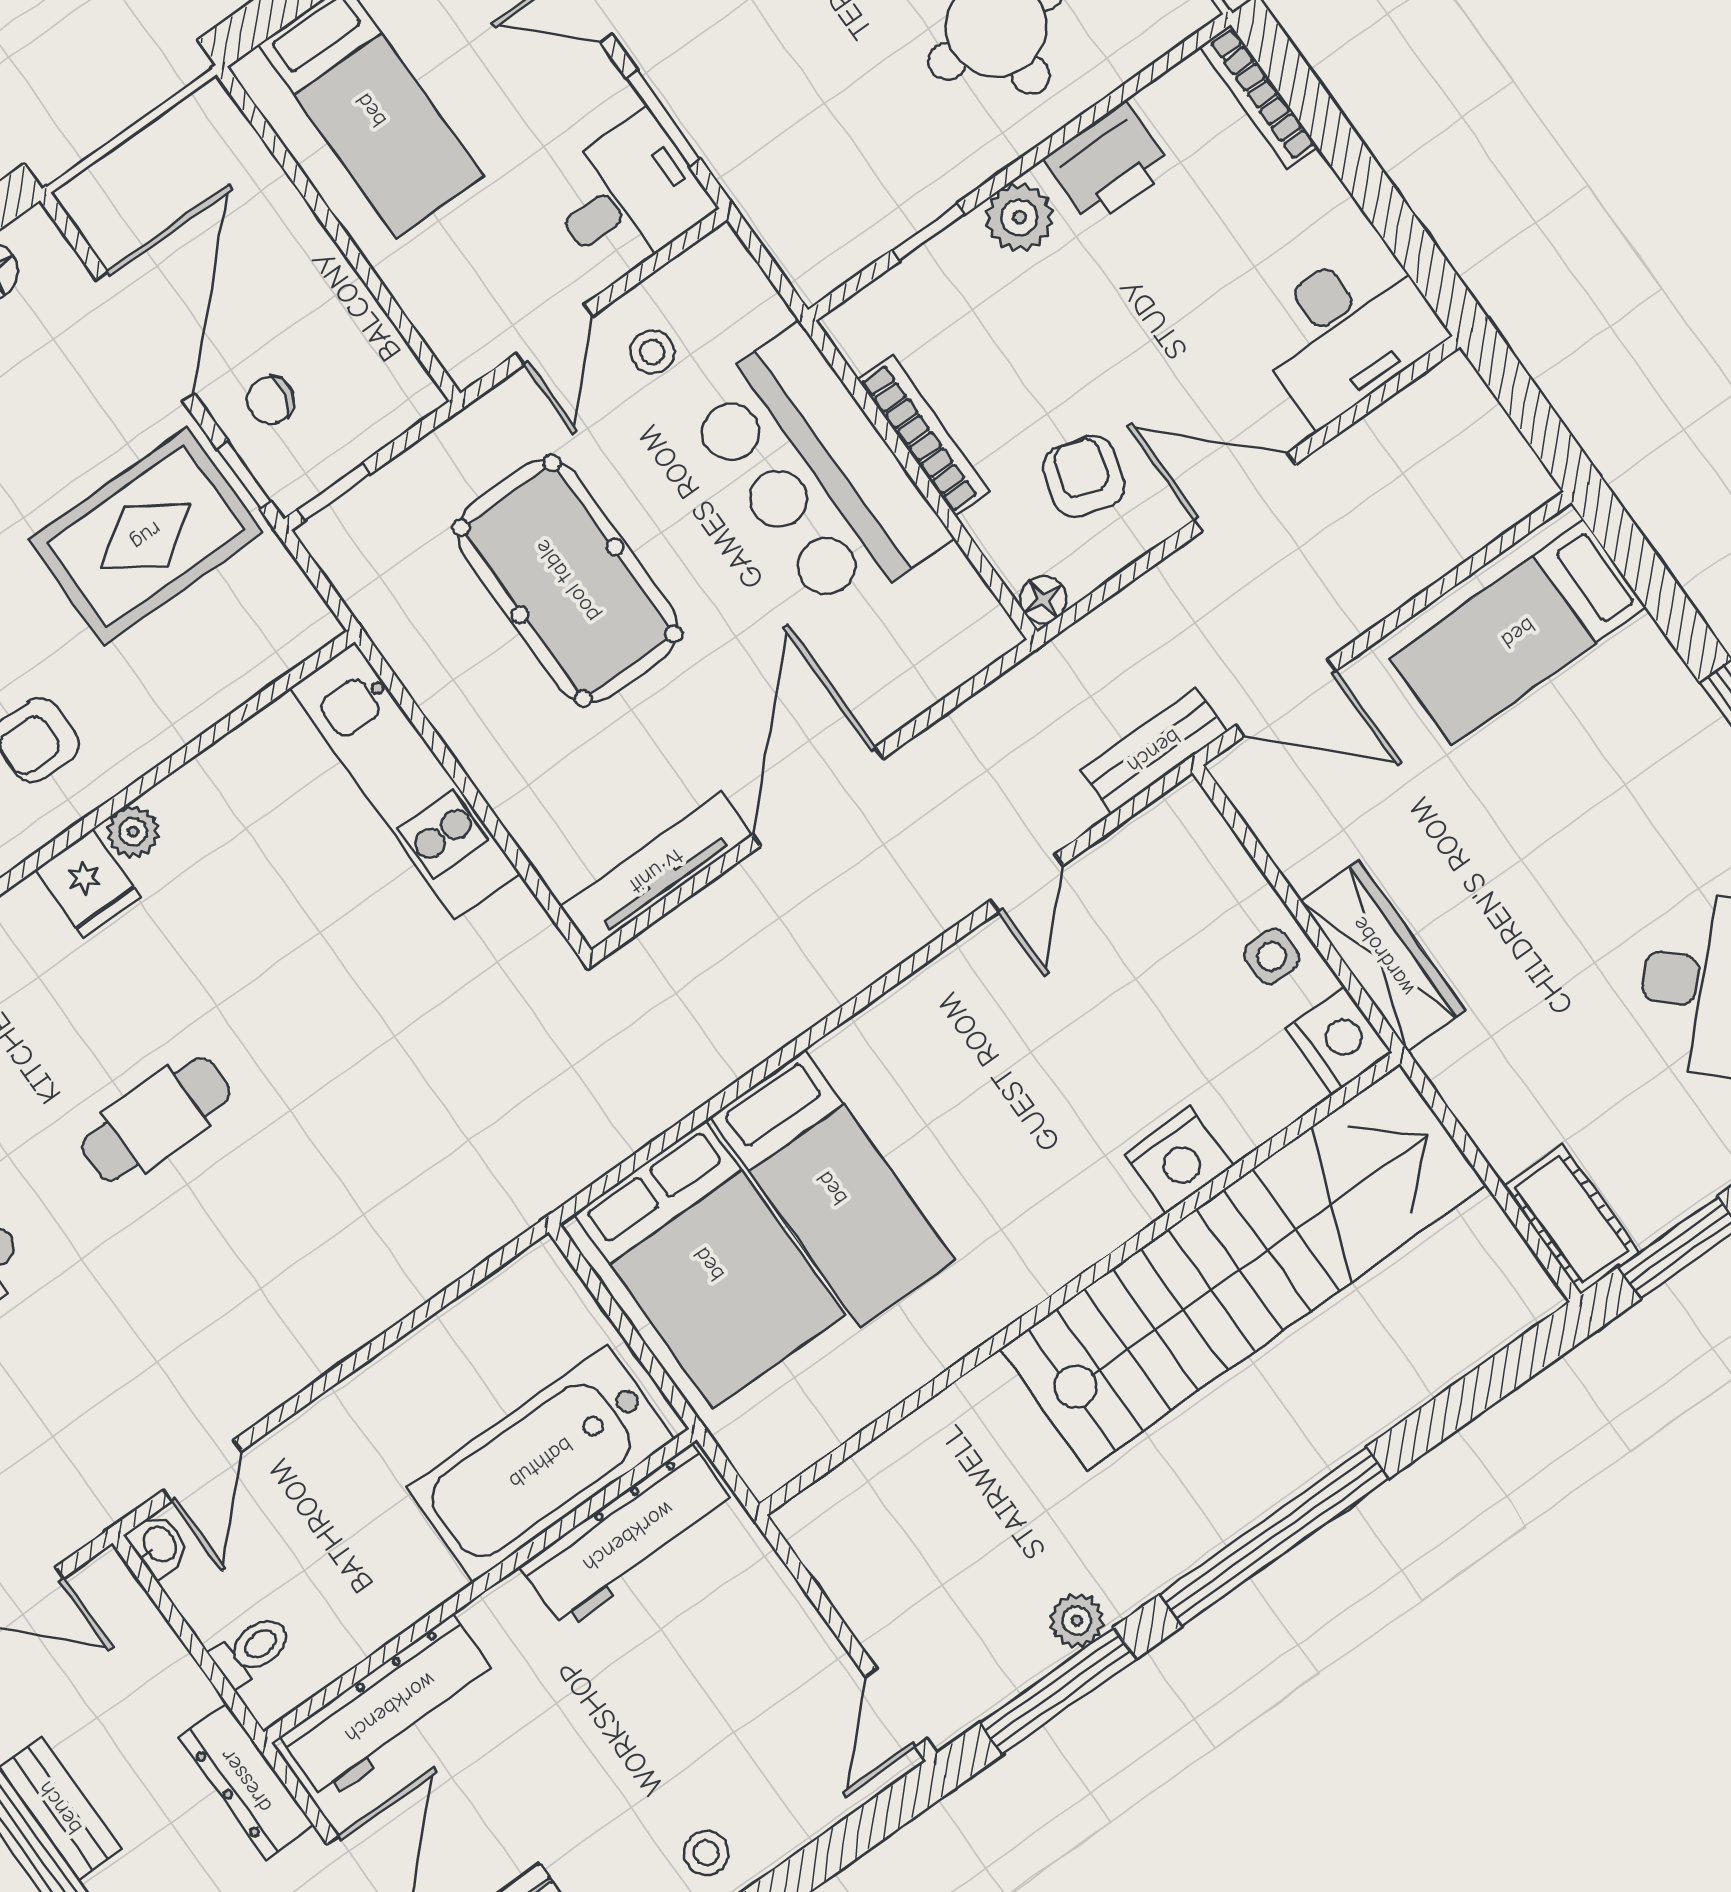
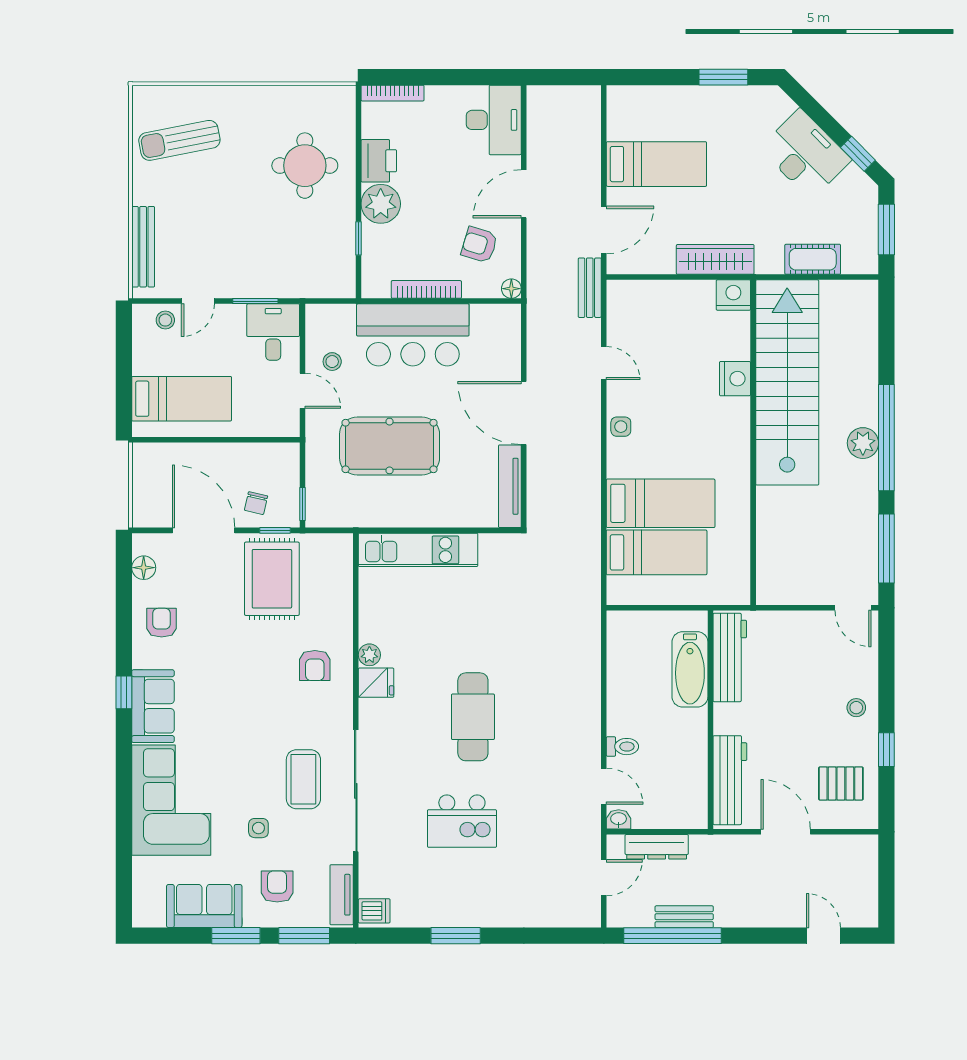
plant: (1019, 217) -> (381, 204), width x1.36, depth x1.36
bed: (1518, 633) -> (656, 164), moved, turned -90
side table: (1272, 956) -> (621, 427), moved
cafe table: (156, 1119) -> (473, 717), width x1.37, depth x1.35
cot: (1571, 1219) -> (813, 259), moved
bed: (709, 1264) -> (657, 552), width x0.67
bathtub: (541, 1463) -> (690, 669), width x0.73, depth x0.73
plant: (1077, 1621) -> (863, 443), moved, width x1.38, depth x1.38
toilet: (252, 1650) -> (622, 747), moved, turned 90
dresser: (246, 1781) -> (657, 847), moved

